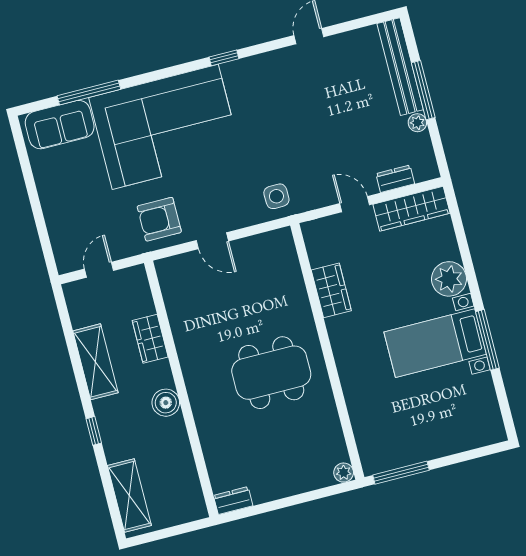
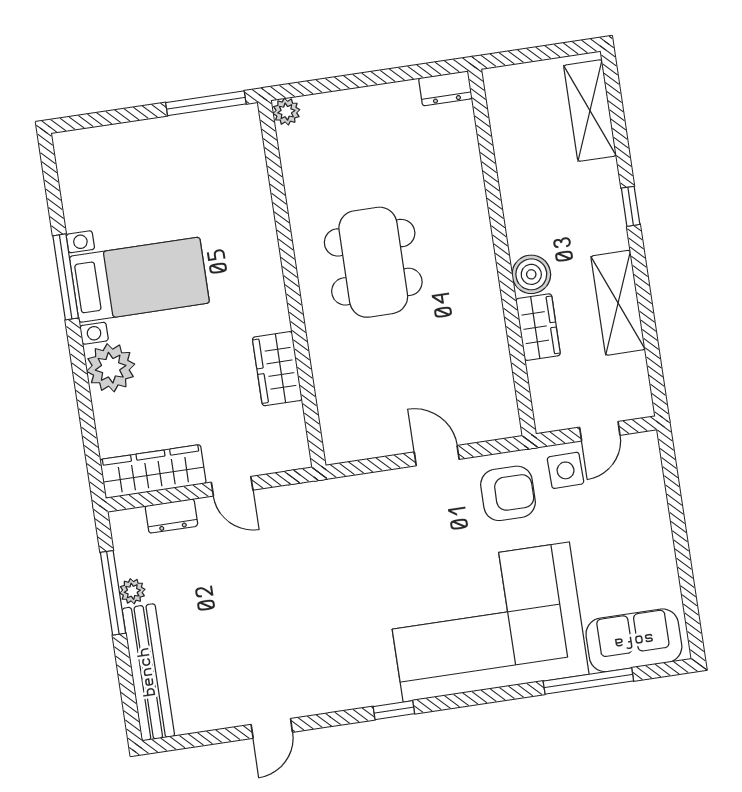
window: (423, 90) -> (113, 593), moved
side table: (276, 196) -> (566, 470), moved
dining table: (271, 373) -> (373, 262), turned 90
boiler: (166, 403) -> (531, 274), moved

